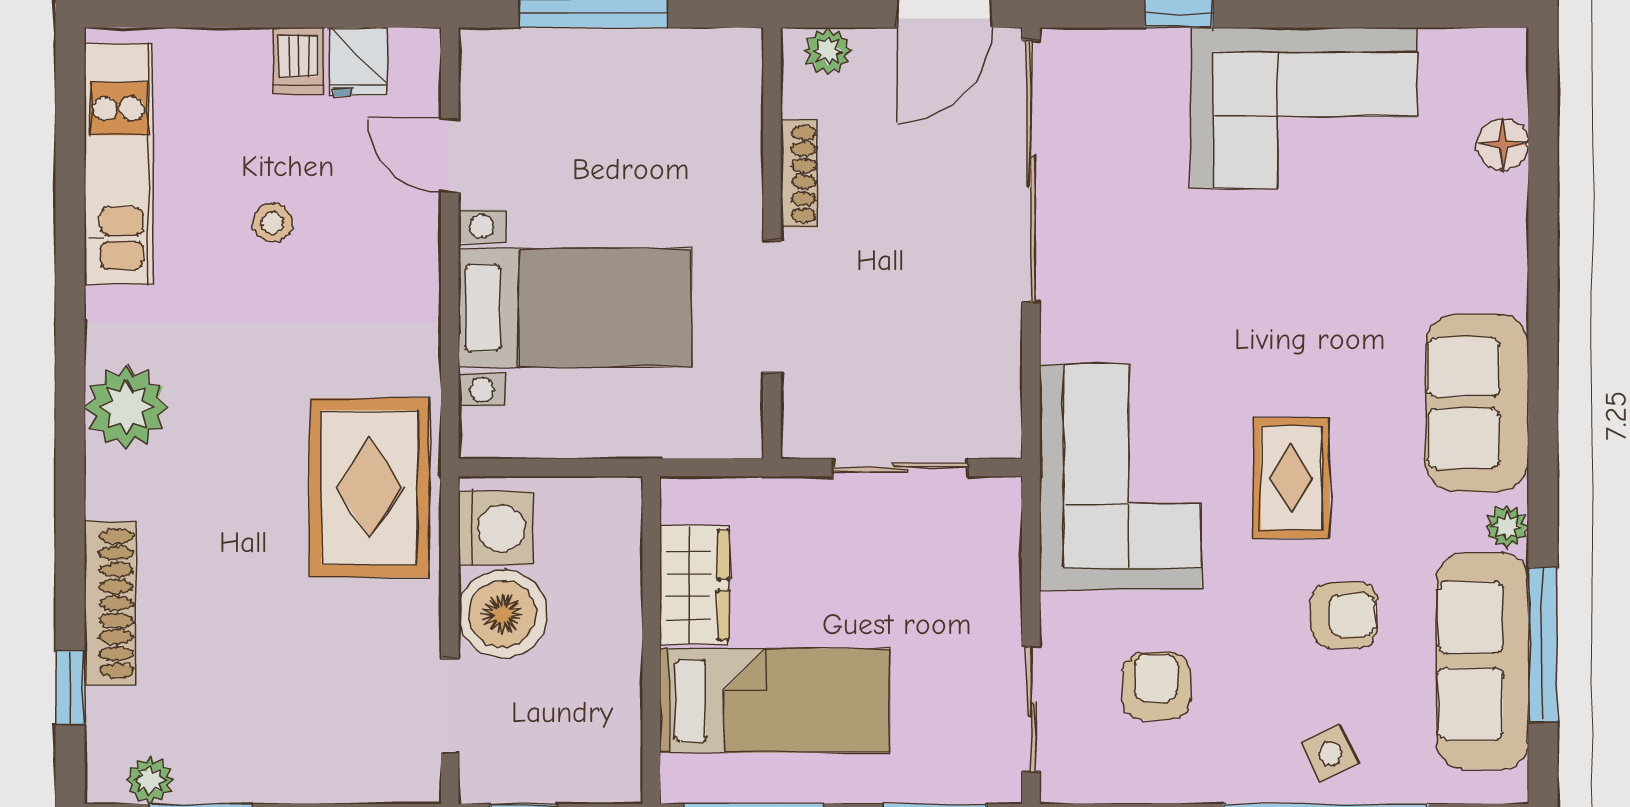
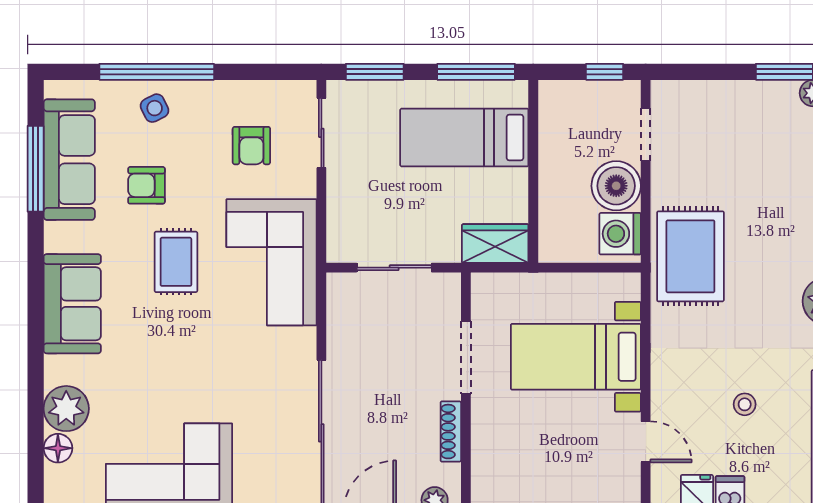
plant: (1507, 527) -> (66, 409), moved, width x1.87, depth x1.87
wardrobe: (694, 585) -> (495, 244), moved, turned 90

